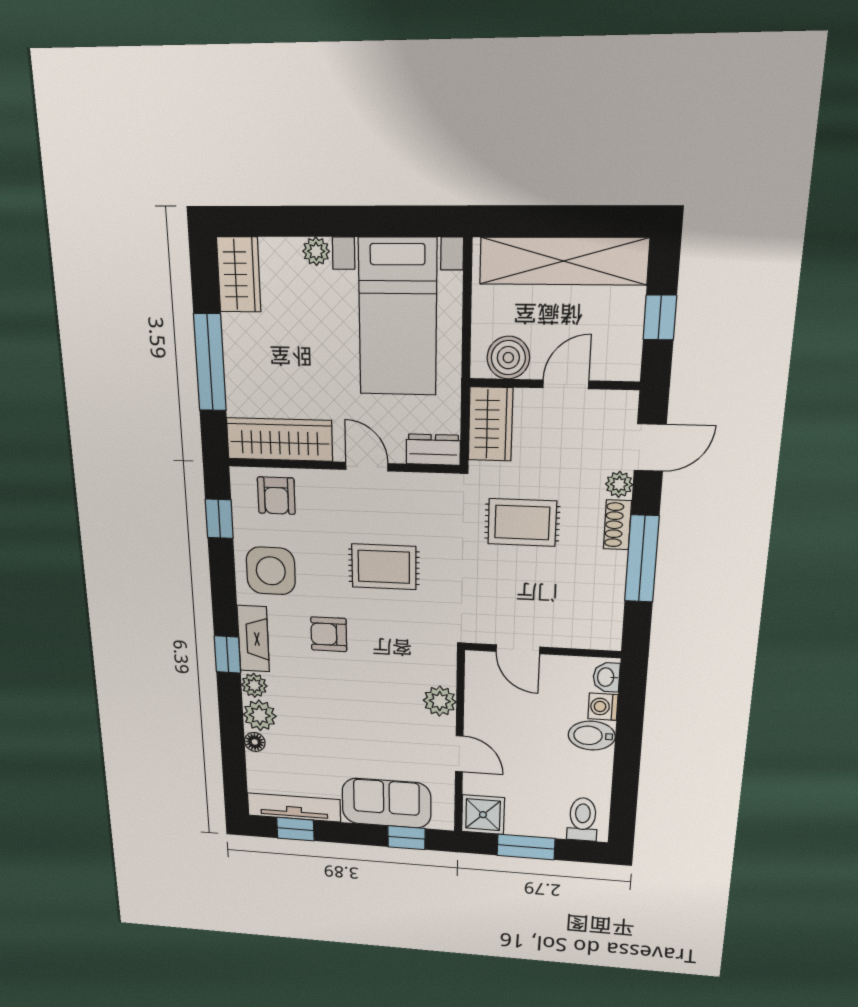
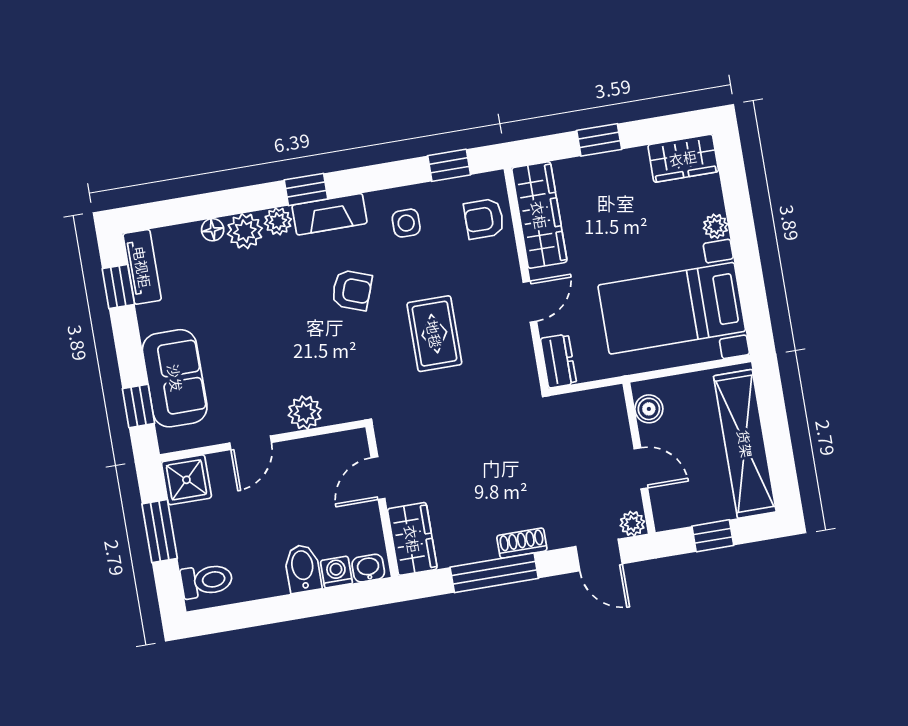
boiler: (508, 358) -> (649, 409), width x0.73, depth x0.73
window: (210, 362) -> (599, 140), width x0.46
wardrobe: (491, 424) -> (412, 539), moved, turned -90
plant: (619, 484) -> (632, 524), moved
rug: (522, 523) -> (506, 456), removed
side table: (271, 571) -> (406, 223), width x0.54, depth x0.54
armchair: (329, 634) -> (352, 290), turned 110
tv unit: (294, 807) -> (142, 267), width x0.71

